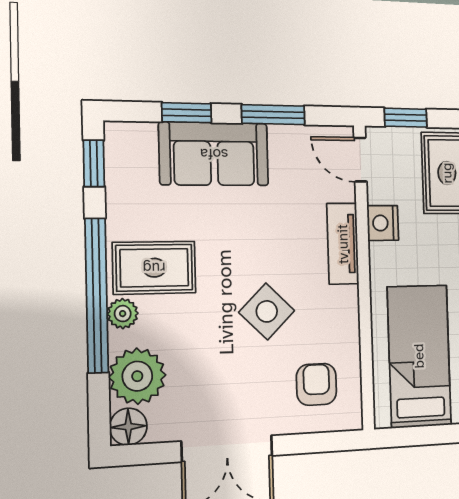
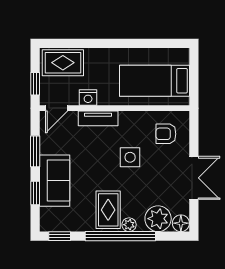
side table: (267, 311) -> (130, 157), turned 45

